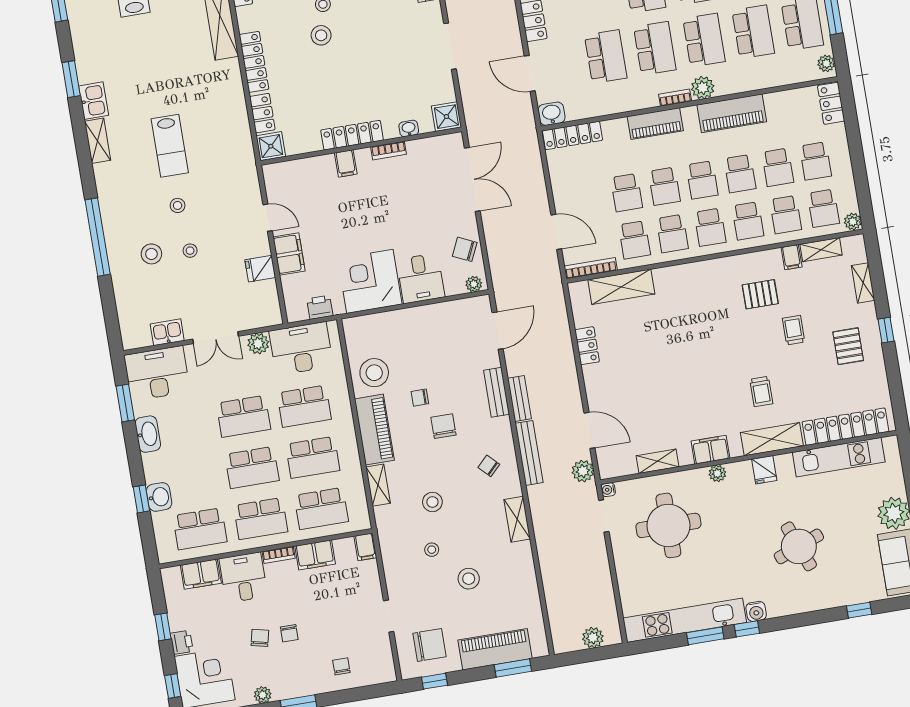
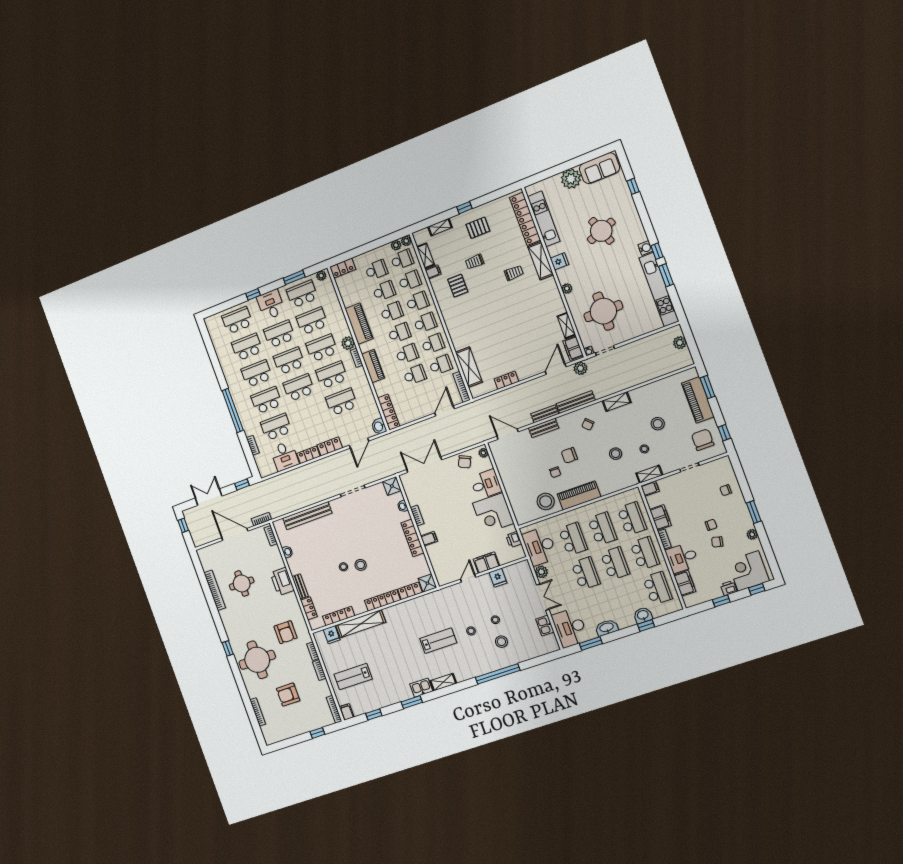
plant: (850, 203) -> (396, 245), added
filing cabinet: (710, 450) -> (573, 348), moved
shelving: (378, 485) -> (649, 474), moved

